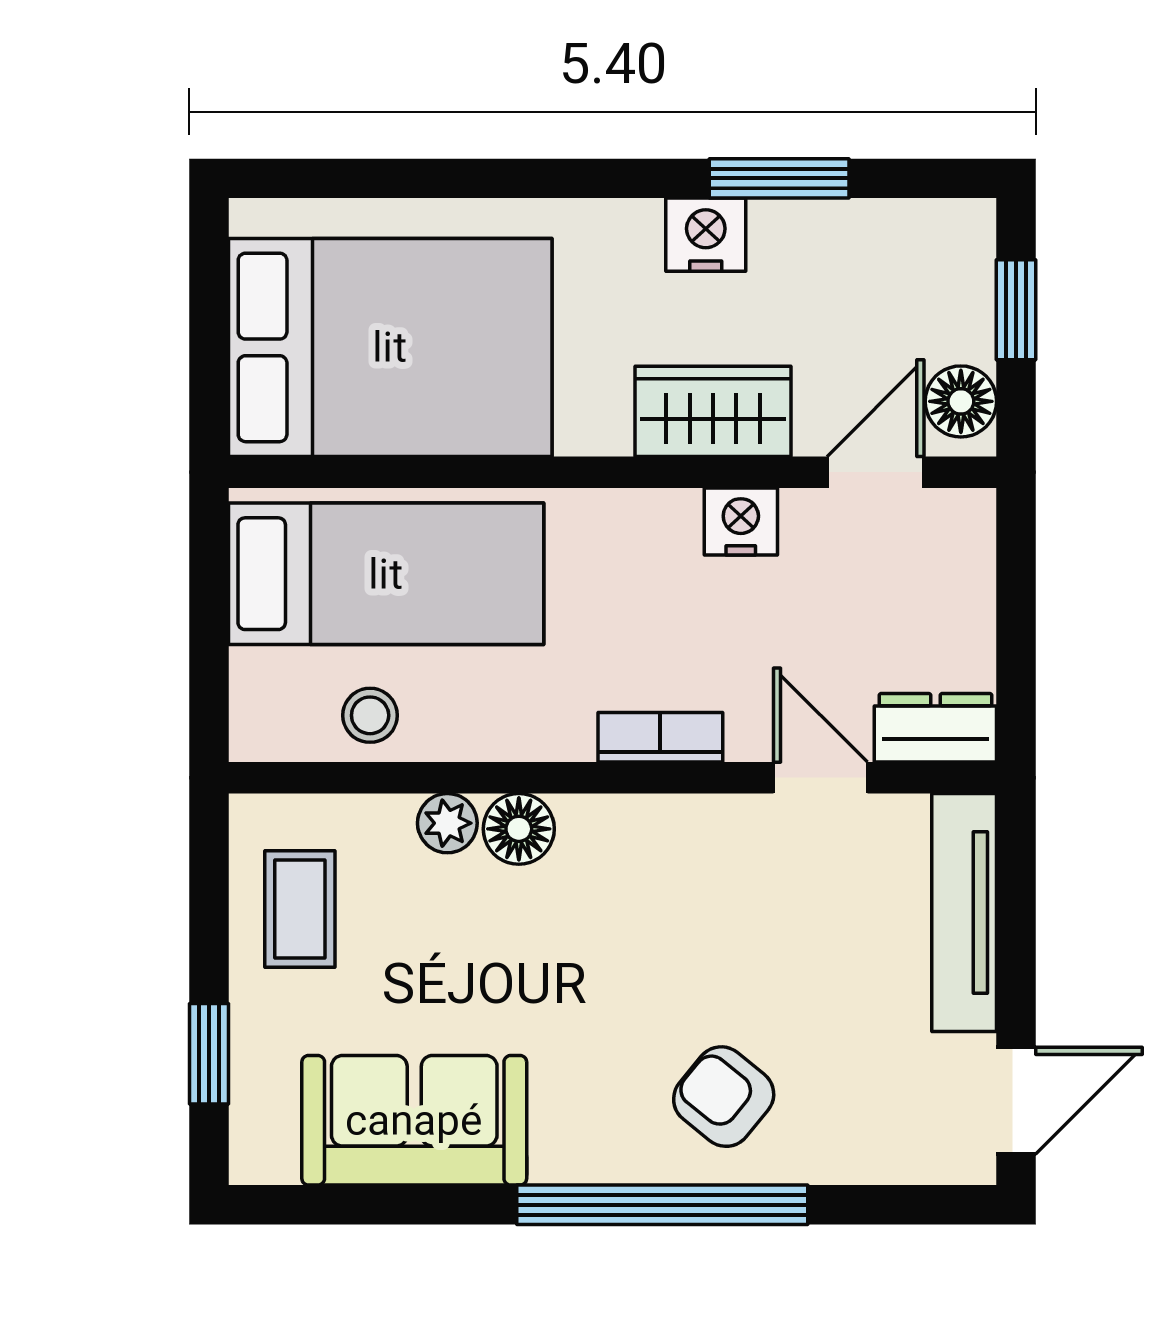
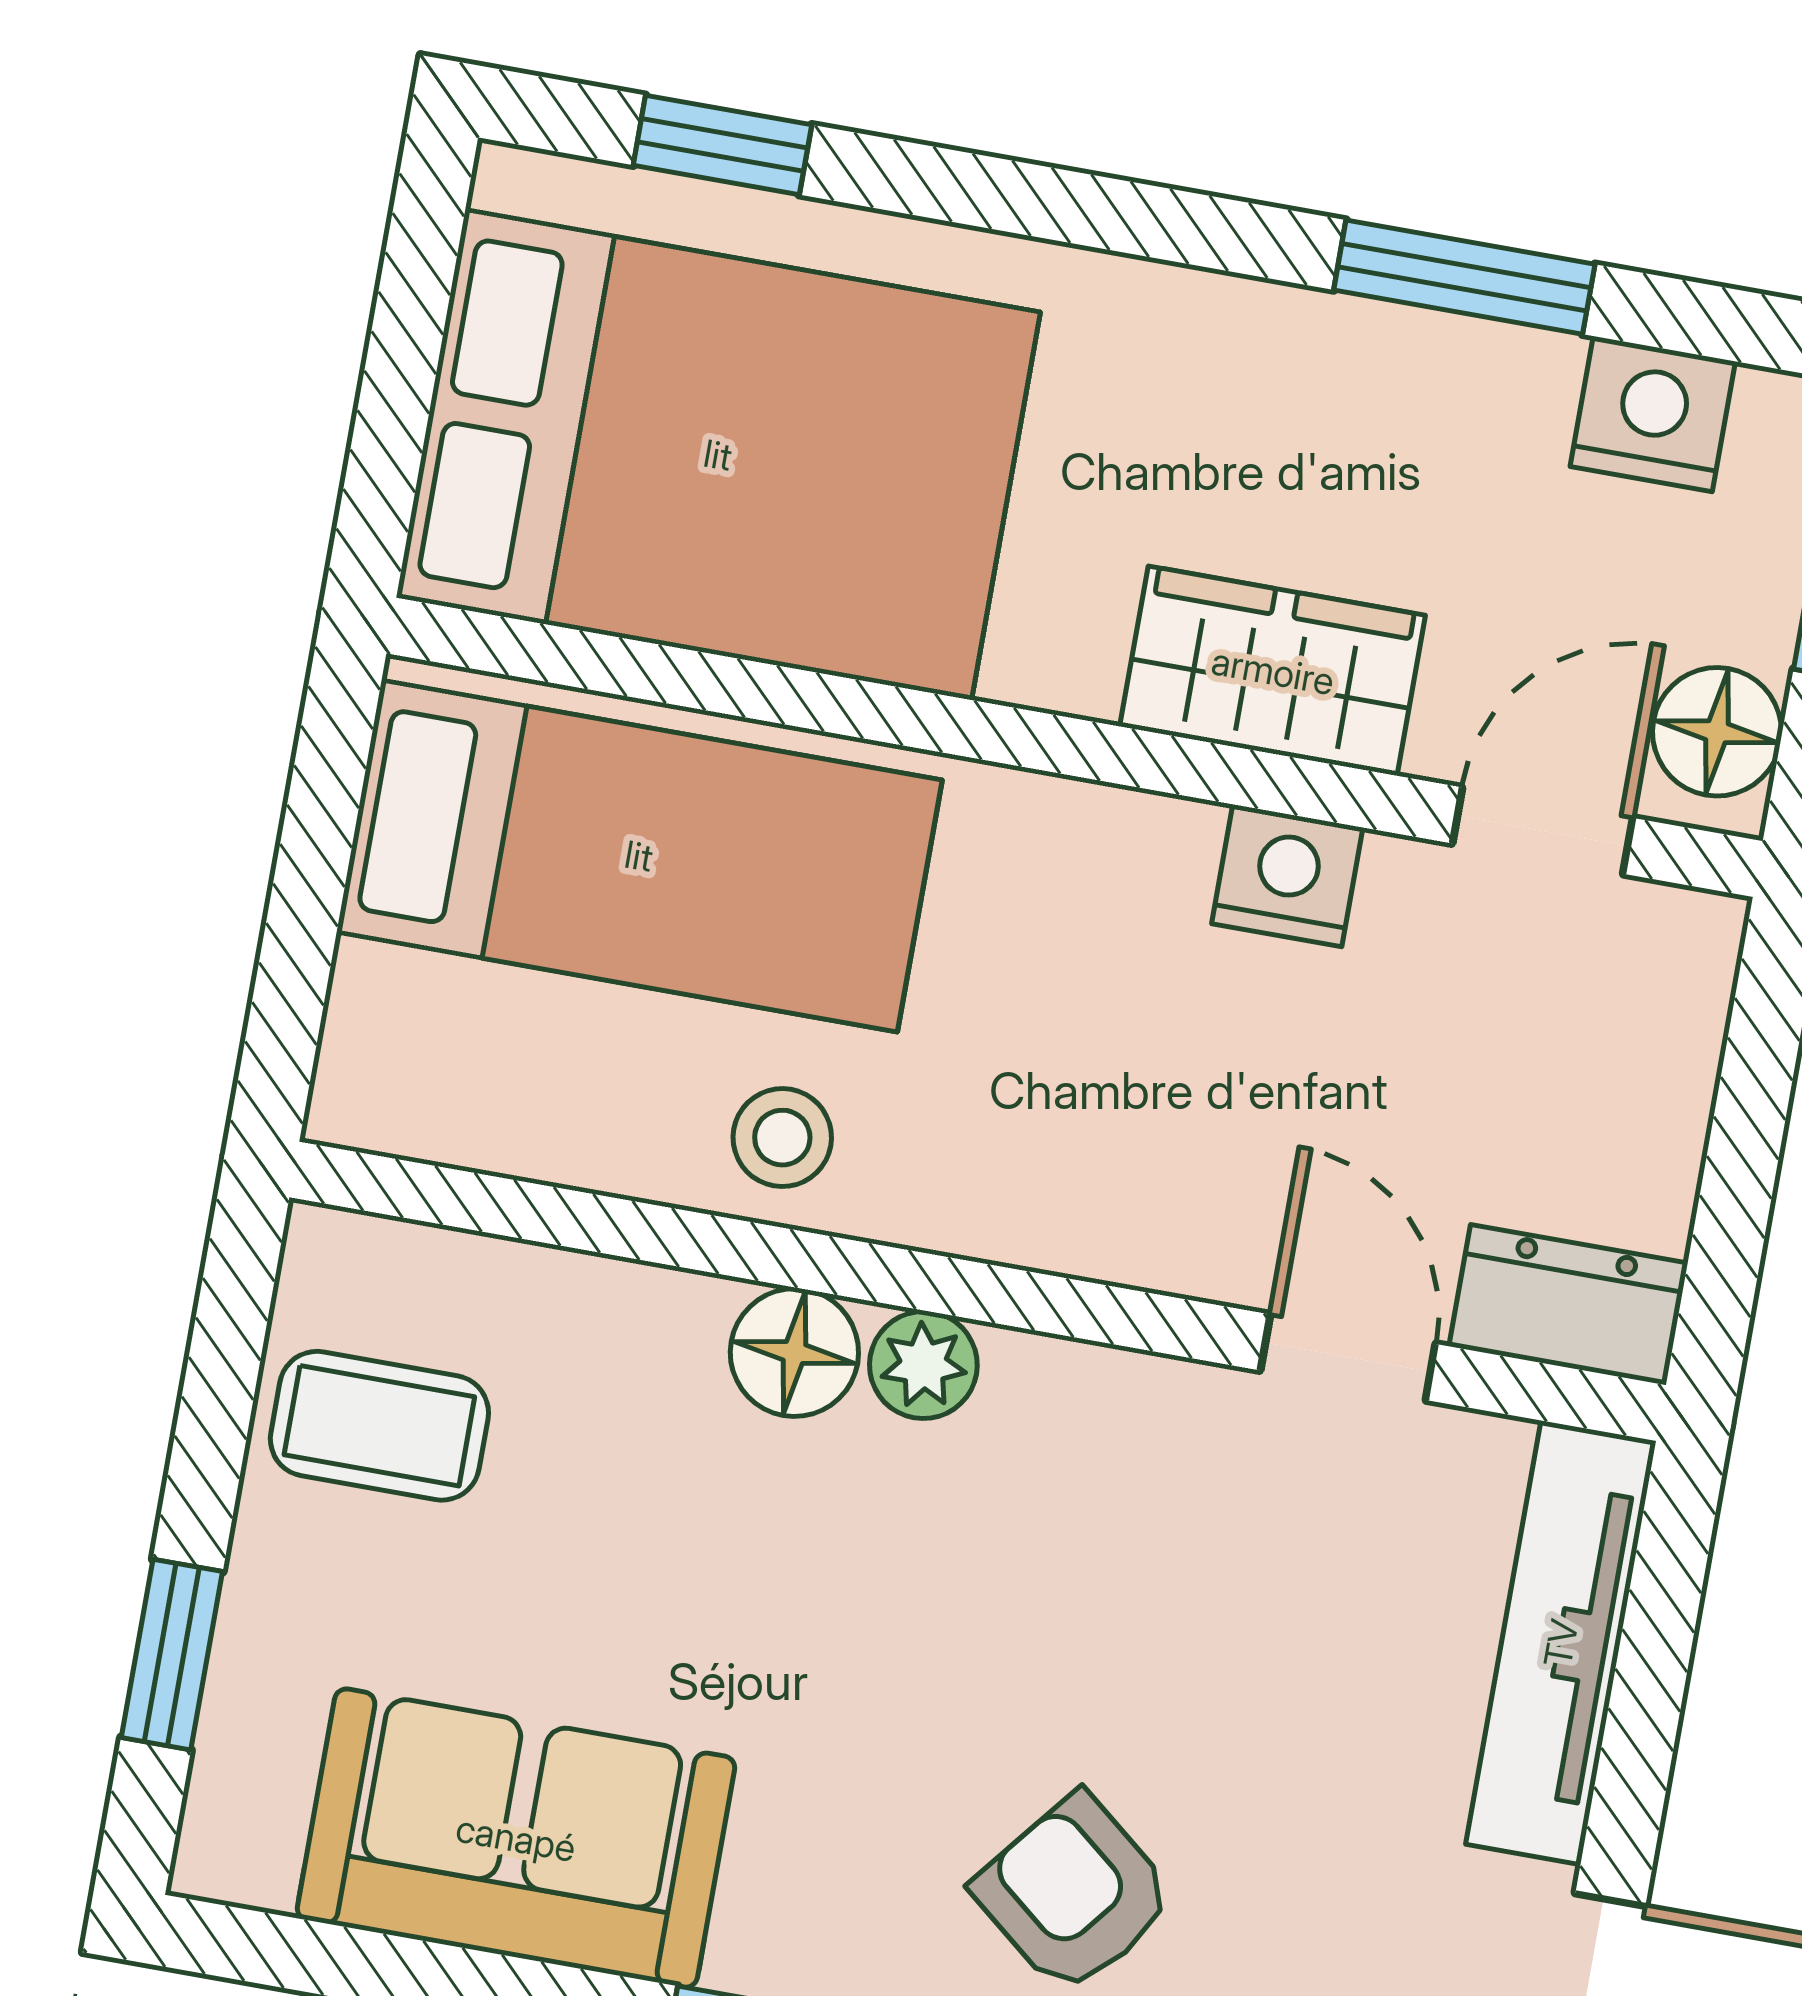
window: (362, 178) -> (722, 145), added
nightstand: (706, 235) -> (1653, 414), moved
stool: (370, 715) -> (782, 1138), moved
bookcase: (660, 737) -> (1076, 1234), removed
plant: (447, 823) -> (923, 1365), moved
coffee table: (300, 909) -> (379, 1426), turned 90

